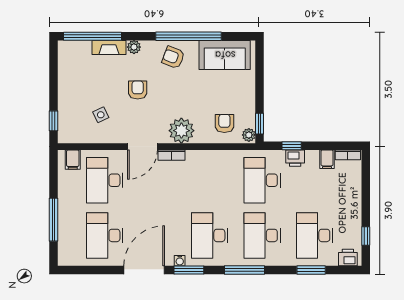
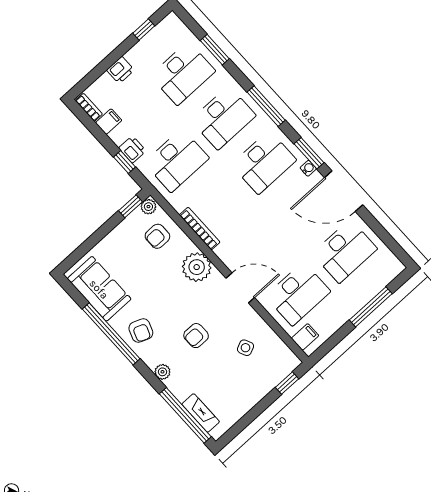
fireplace: (109, 47) -> (201, 413), moved
bookcase: (171, 155) -> (200, 229), moved, width x1.56
printer: (348, 258) -> (120, 70), moved, turned -90

